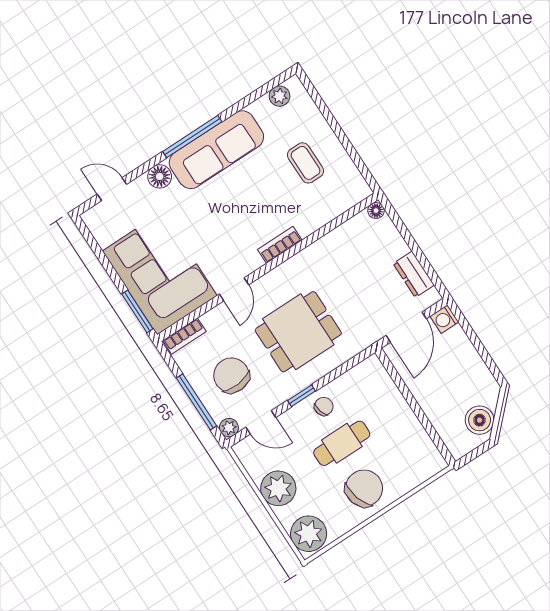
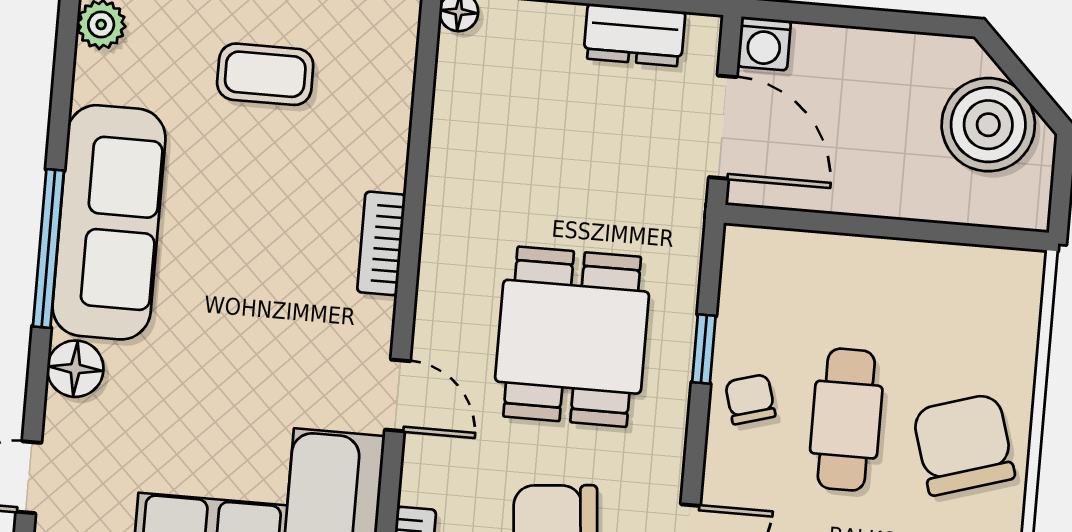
window: (301, 396) -> (704, 349), moved
boiler: (480, 420) -> (988, 125), width x1.37, depth x1.37

